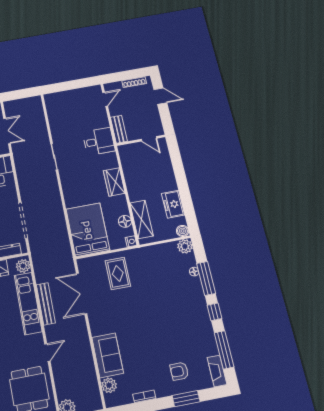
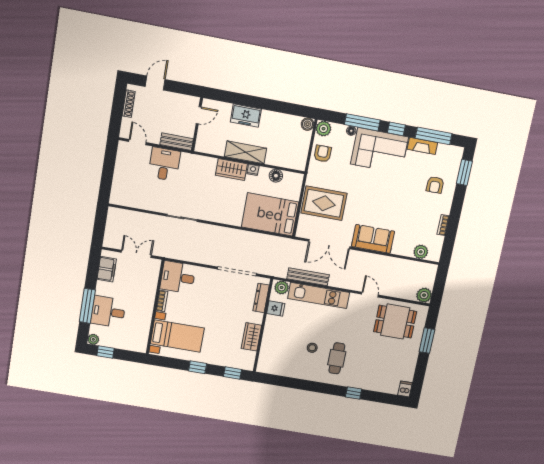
desk: (99, 141) -> (164, 164), moved
freezer: (173, 204) -> (246, 116), moved
shelving: (142, 219) -> (246, 152), moved
nightstand: (131, 241) -> (253, 170), moved
armchair: (162, 254) -> (323, 154), added
rug: (118, 273) -> (324, 203), width x1.36, depth x1.43
bench: (46, 304) -> (308, 277), moved
corner sofa: (188, 304) -> (379, 151), added
sofa: (108, 355) -> (373, 239), moved
fireplace: (217, 371) -> (422, 146), moved
window: (186, 399) -> (464, 172), moved

